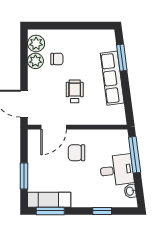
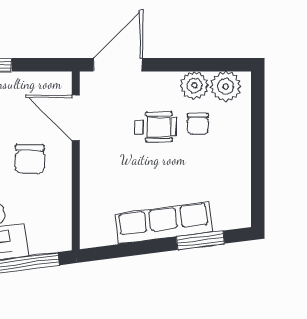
wheelchair: (75, 91) -> (156, 127), moved
chair: (77, 153) -> (30, 159), turned 180

